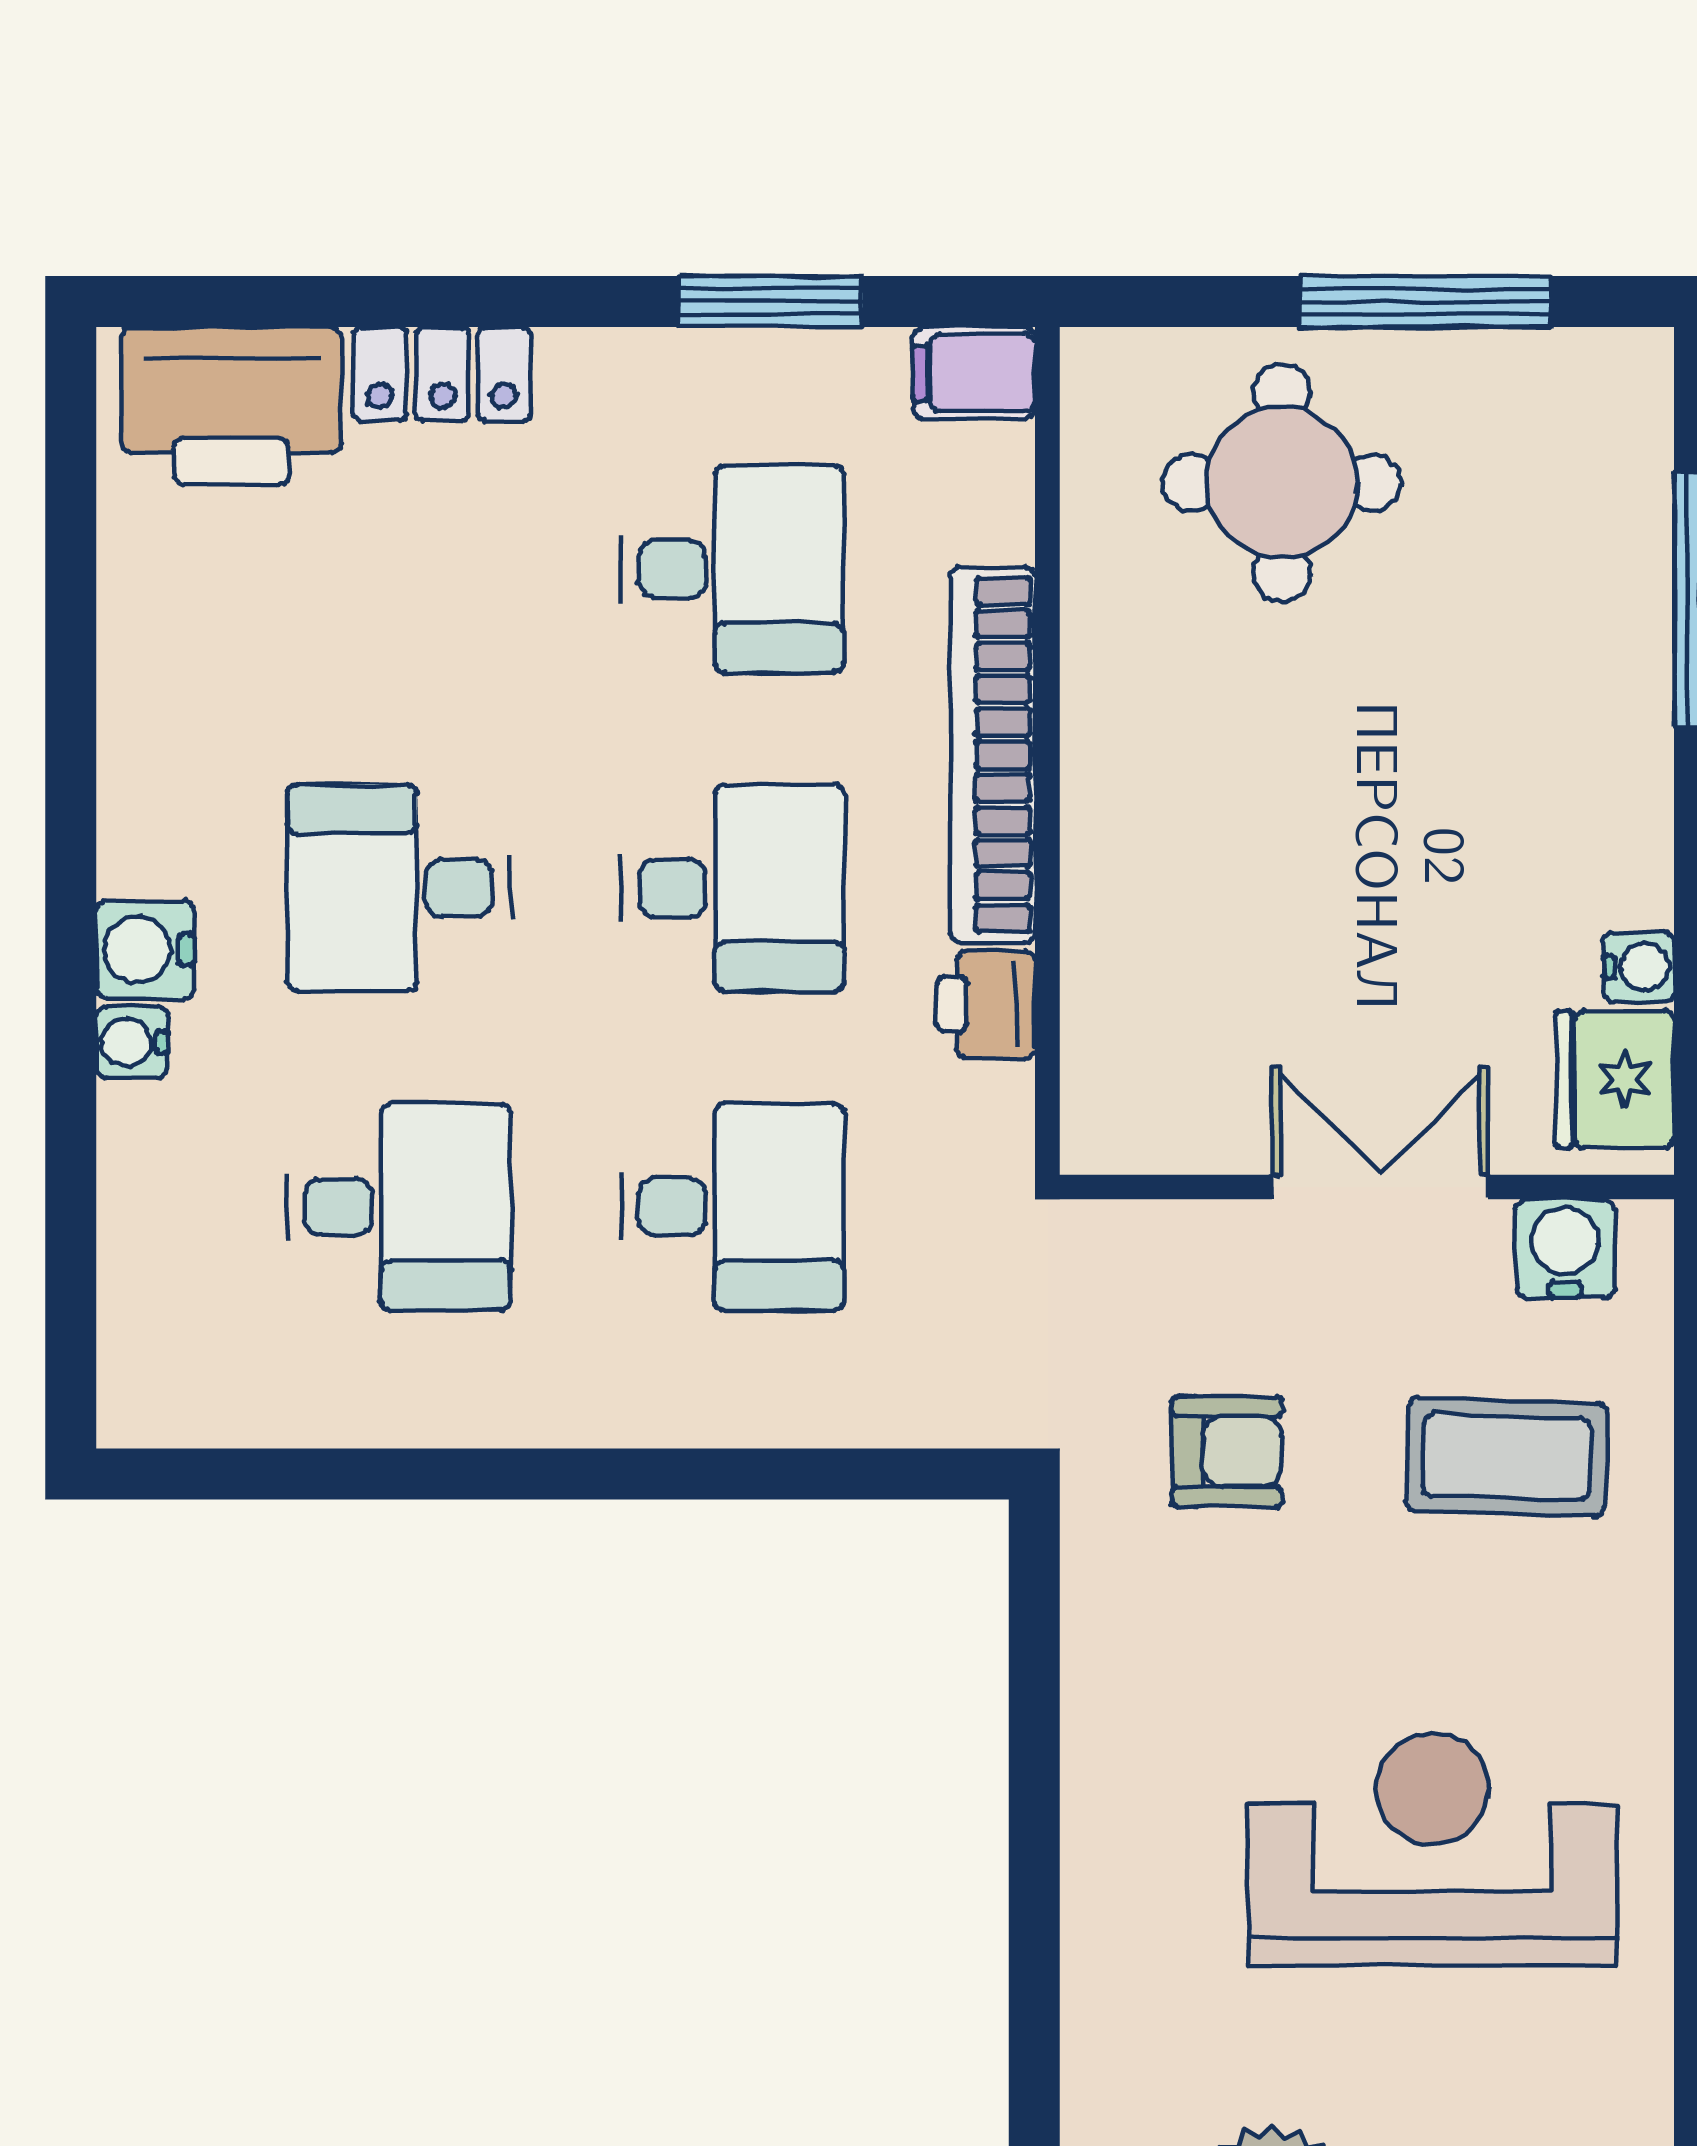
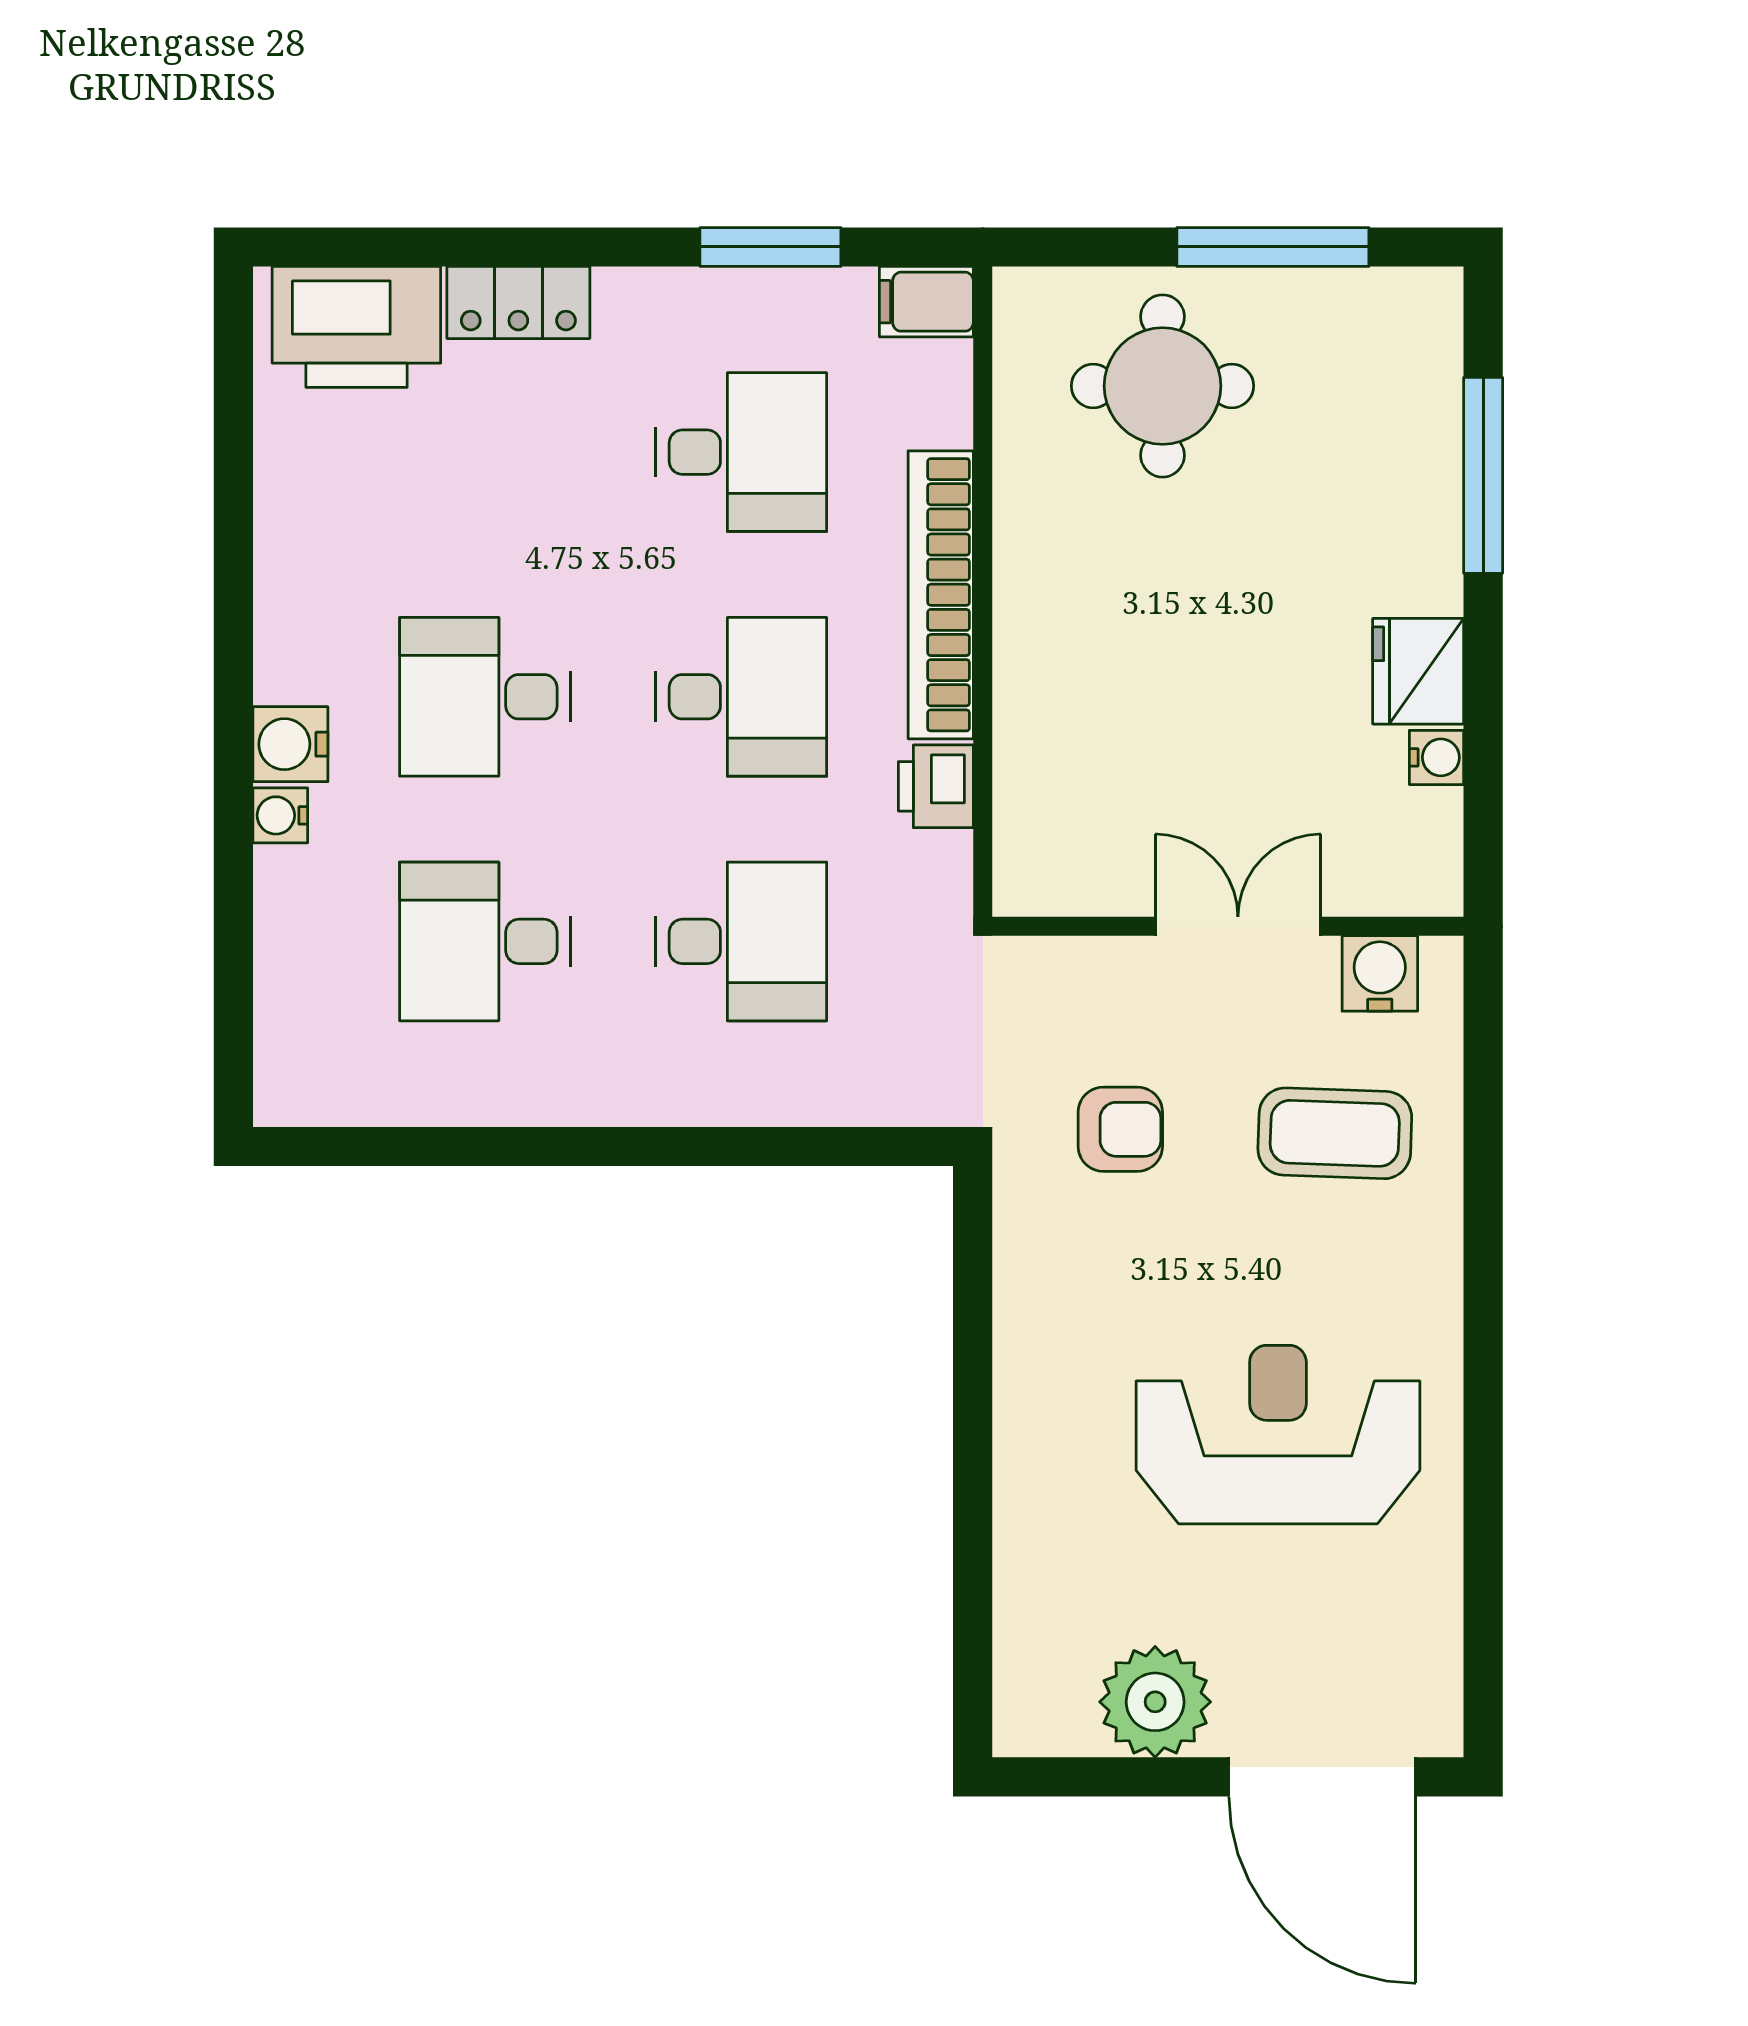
fridge: (1615, 1079) -> (1418, 671), moved
desk: (399, 1207) -> (485, 941), turned 180

